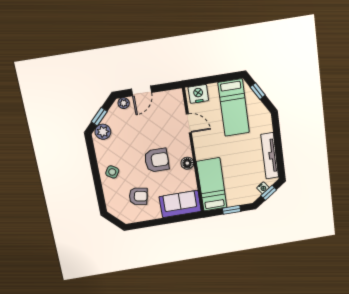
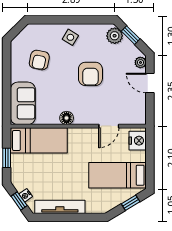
armchair: (157, 160) -> (90, 74), moved

